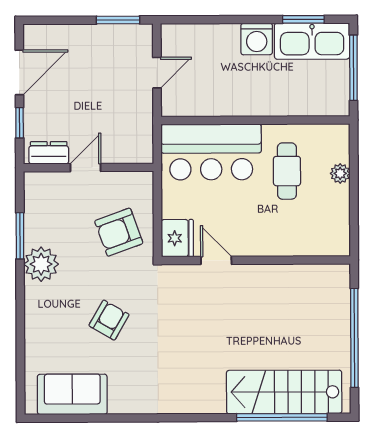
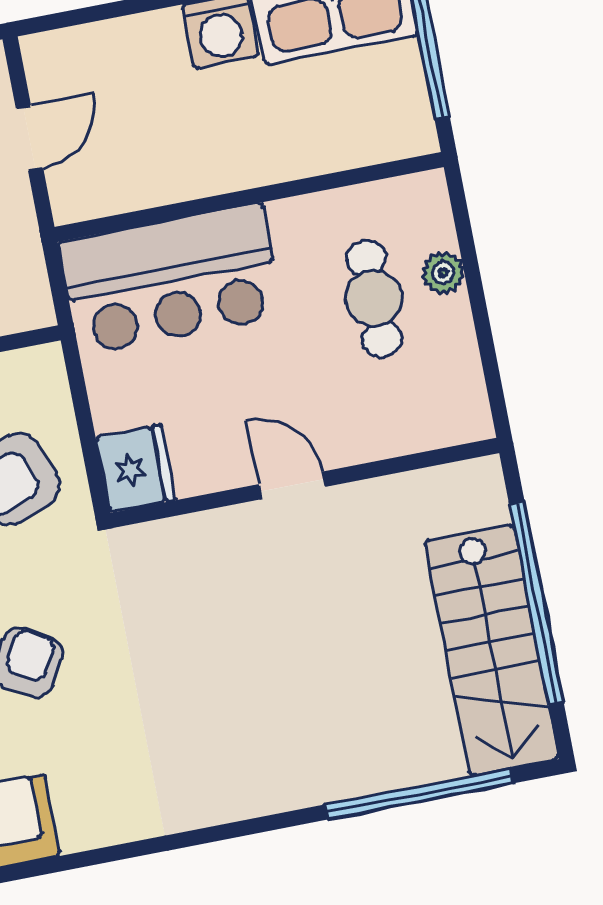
cafe table: (287, 171) -> (374, 299), moved
door: (216, 260) -> (292, 485), moved
stairs: (284, 392) -> (492, 650), moved, turned -90

